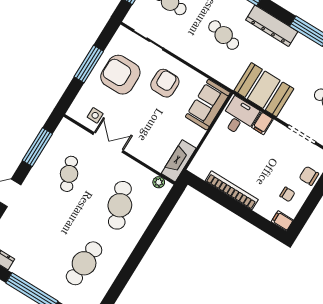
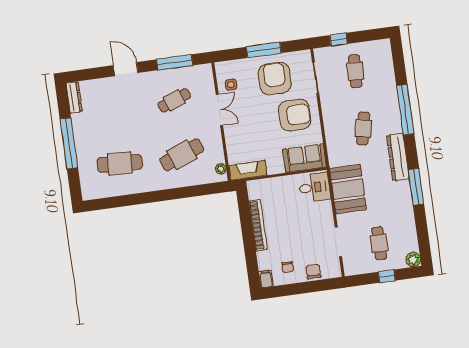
armchair: (165, 83) -> (295, 115), width x1.36, depth x1.36
filing cabinet: (262, 123) -> (323, 208), removed

